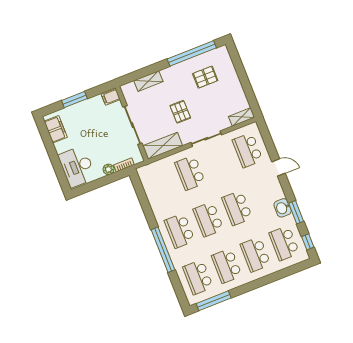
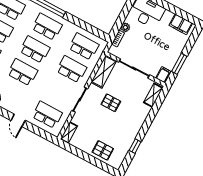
window: (192, 53) -> (135, 146), width x0.32
pallet: (205, 77) -> (103, 150), moved, turned 90
shelving: (148, 81) -> (153, 95), moved
window: (74, 100) -> (179, 64), moved
door: (278, 167) -> (18, 120), hinge flipped
school desk: (161, 184) -> (84, 46), added

